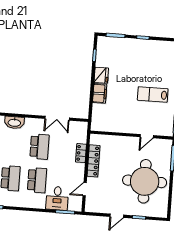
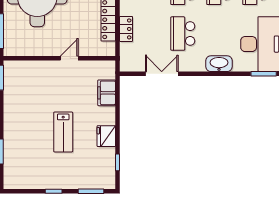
filing cabinet: (100, 93) -> (107, 93), moved
lab bench: (153, 94) -> (63, 132), moved, turned 90
door: (147, 136) -> (69, 58), moved

